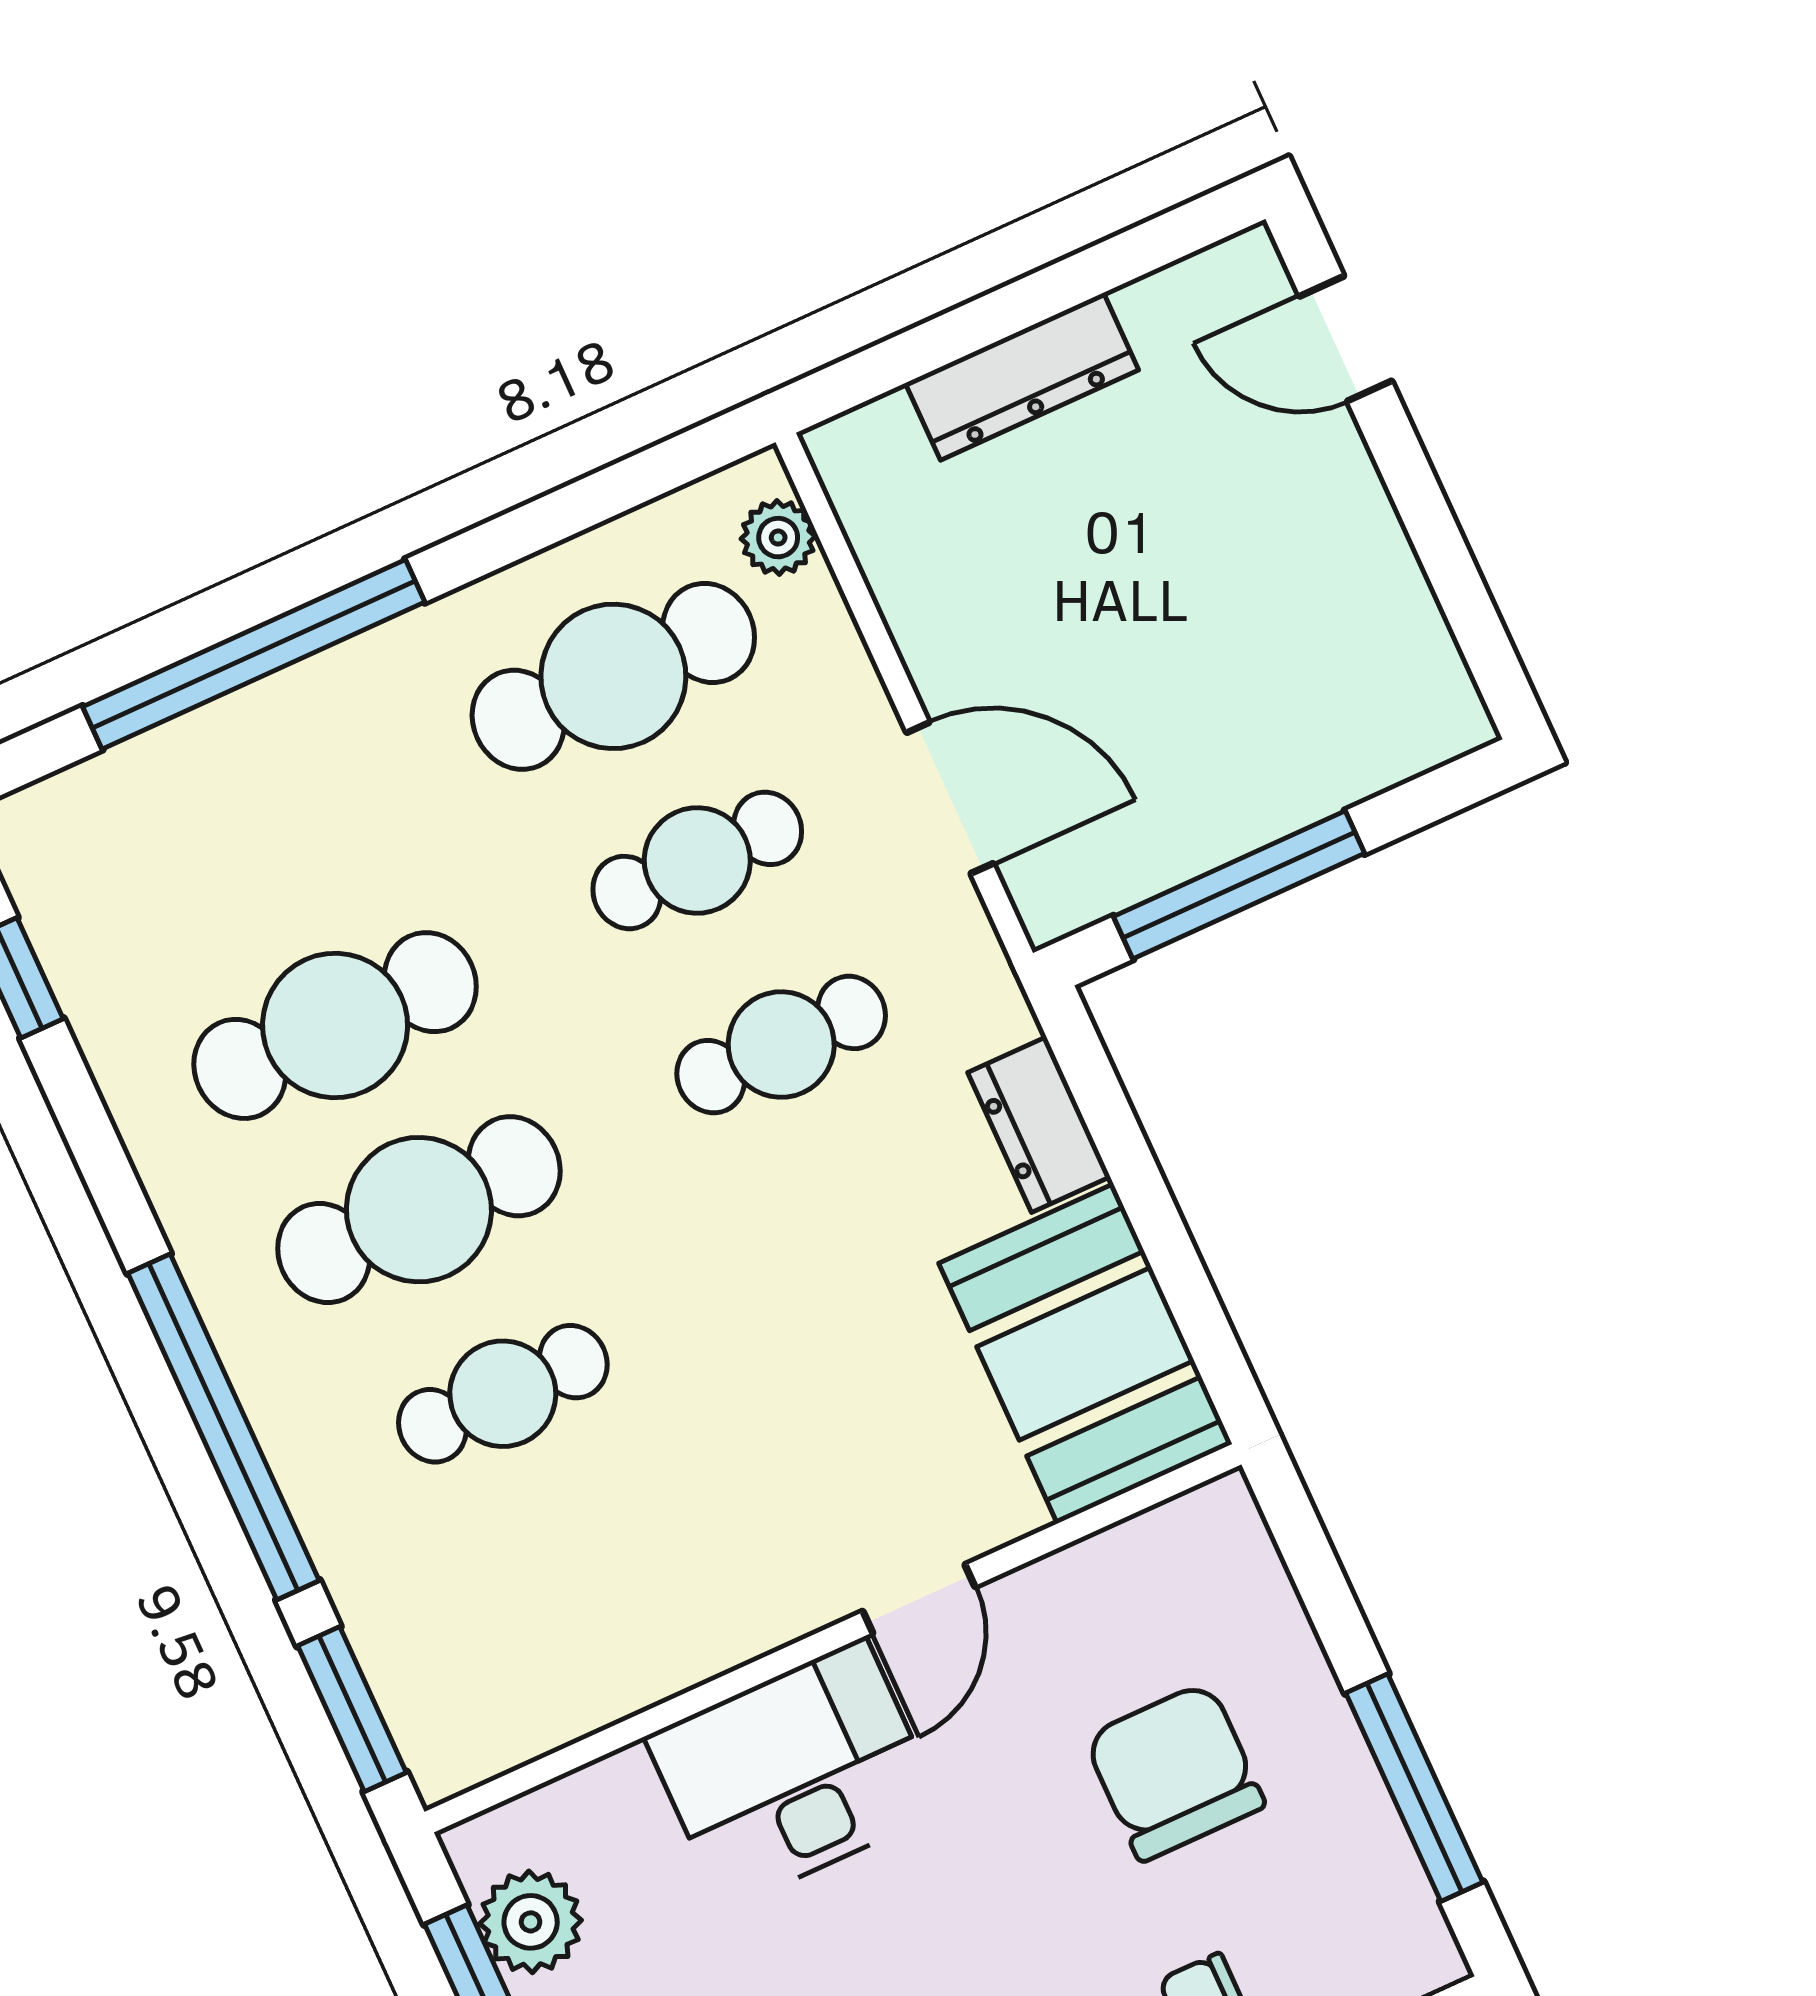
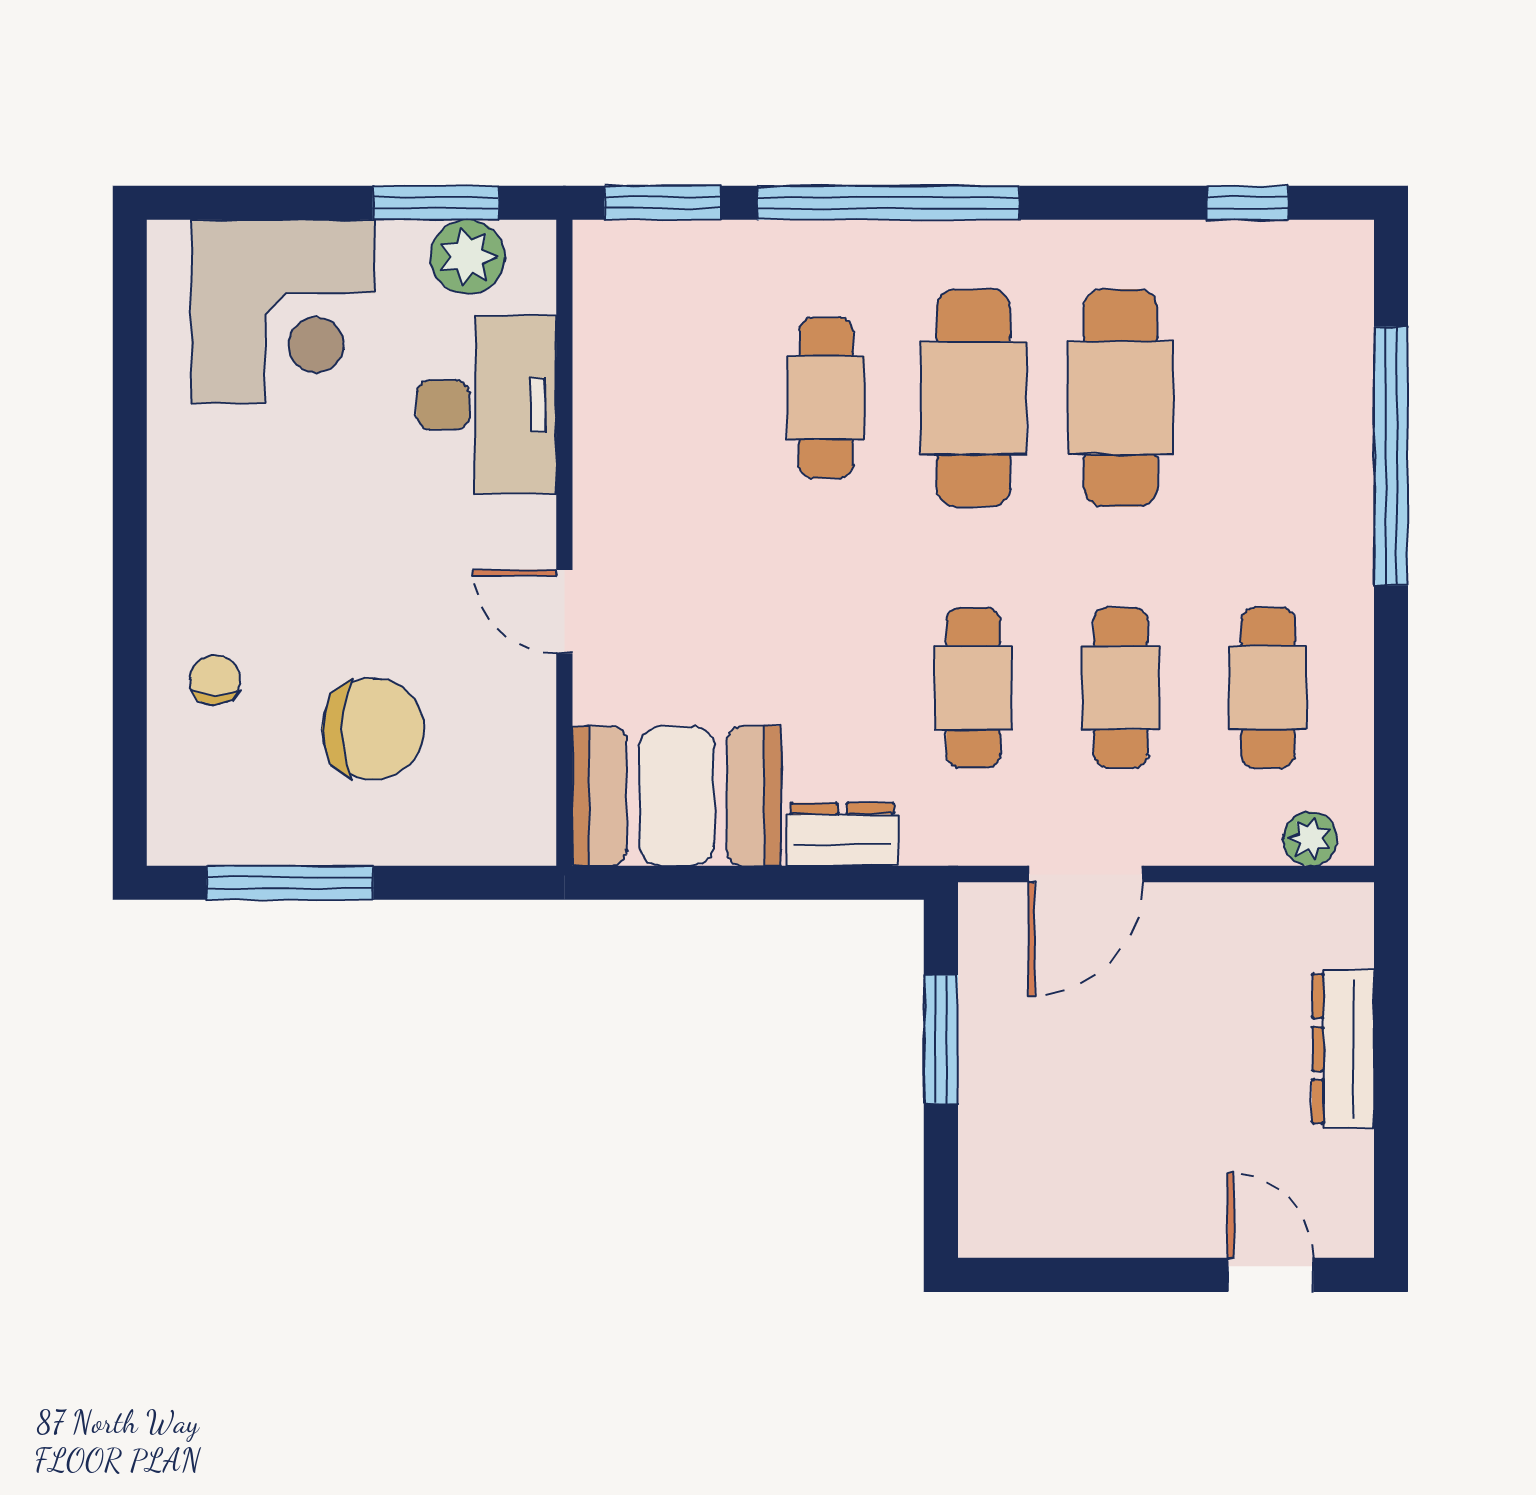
door: (1346, 339) -> (1271, 1275), hinge flipped
cafe table: (613, 676) -> (1268, 688), width x0.73, depth x0.74
window: (1239, 885) -> (941, 1039), width x0.69
desk: (794, 1774) -> (486, 405), moved

